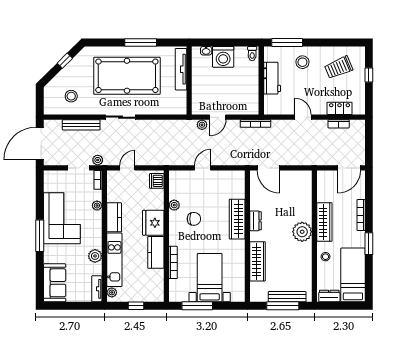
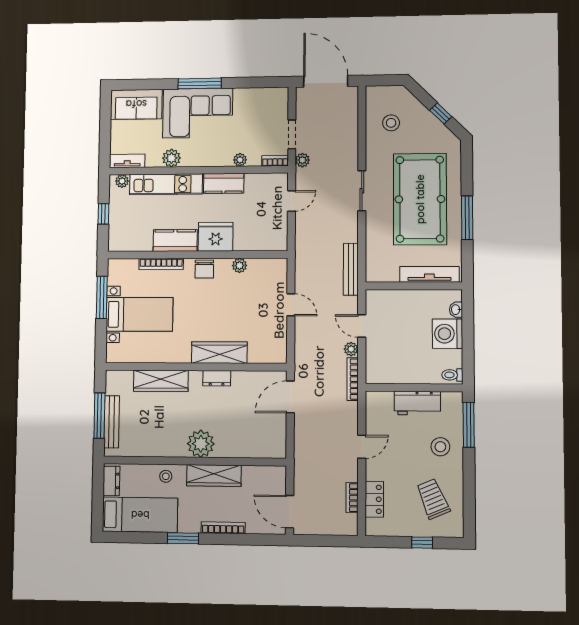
bench: (81, 125) -> (351, 269), moved
plant: (202, 125) -> (351, 349), moved
door: (127, 168) -> (291, 201), hinge flipped
dishwasher: (157, 181) -> (273, 241), removed
corner sofa: (62, 218) -> (198, 113), moved
chair: (194, 219) -> (204, 269), moved

